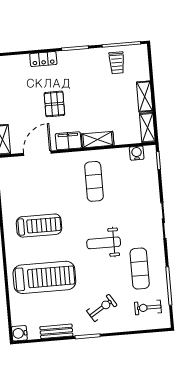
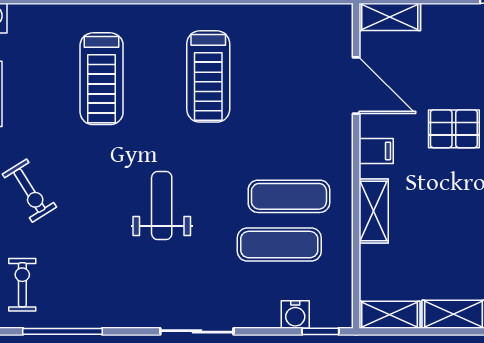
filing cabinet: (68, 141) -> (376, 151), width x0.50
water cooler: (137, 153) -> (295, 315), moved, turned 90
exercise mat: (140, 269) -> (279, 245), moved
treadmill: (44, 277) -> (102, 79), width x0.73, depth x0.73

